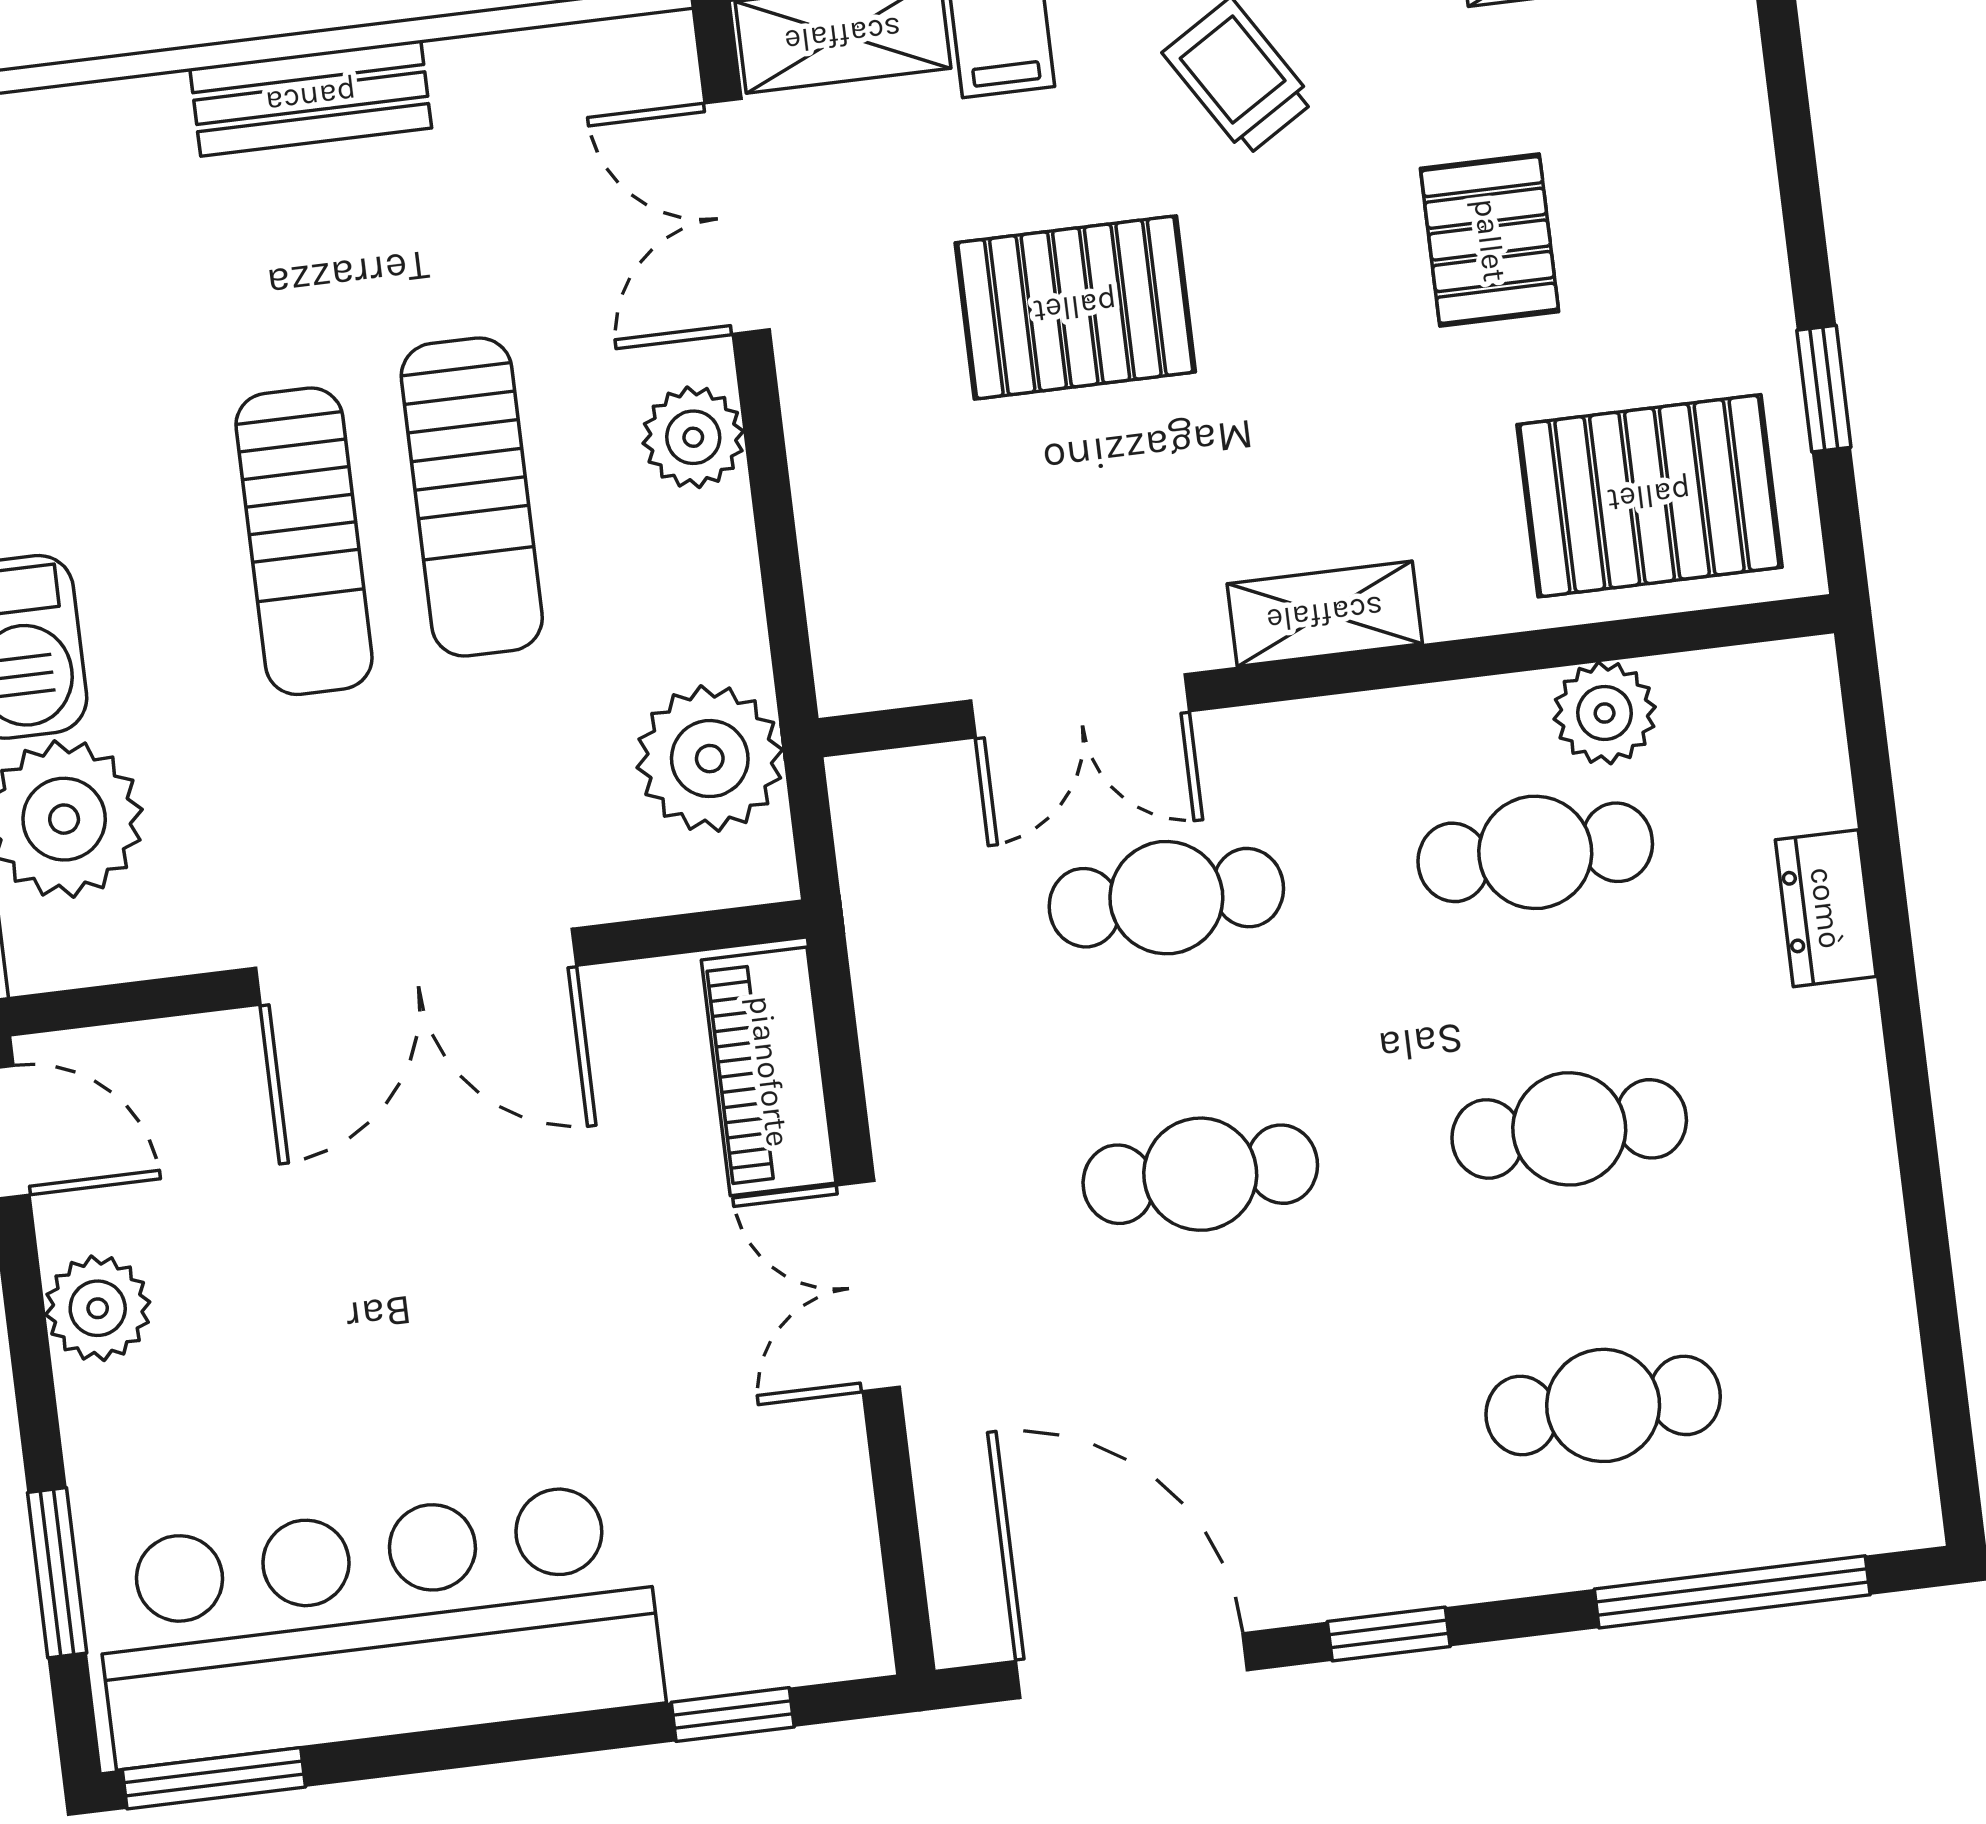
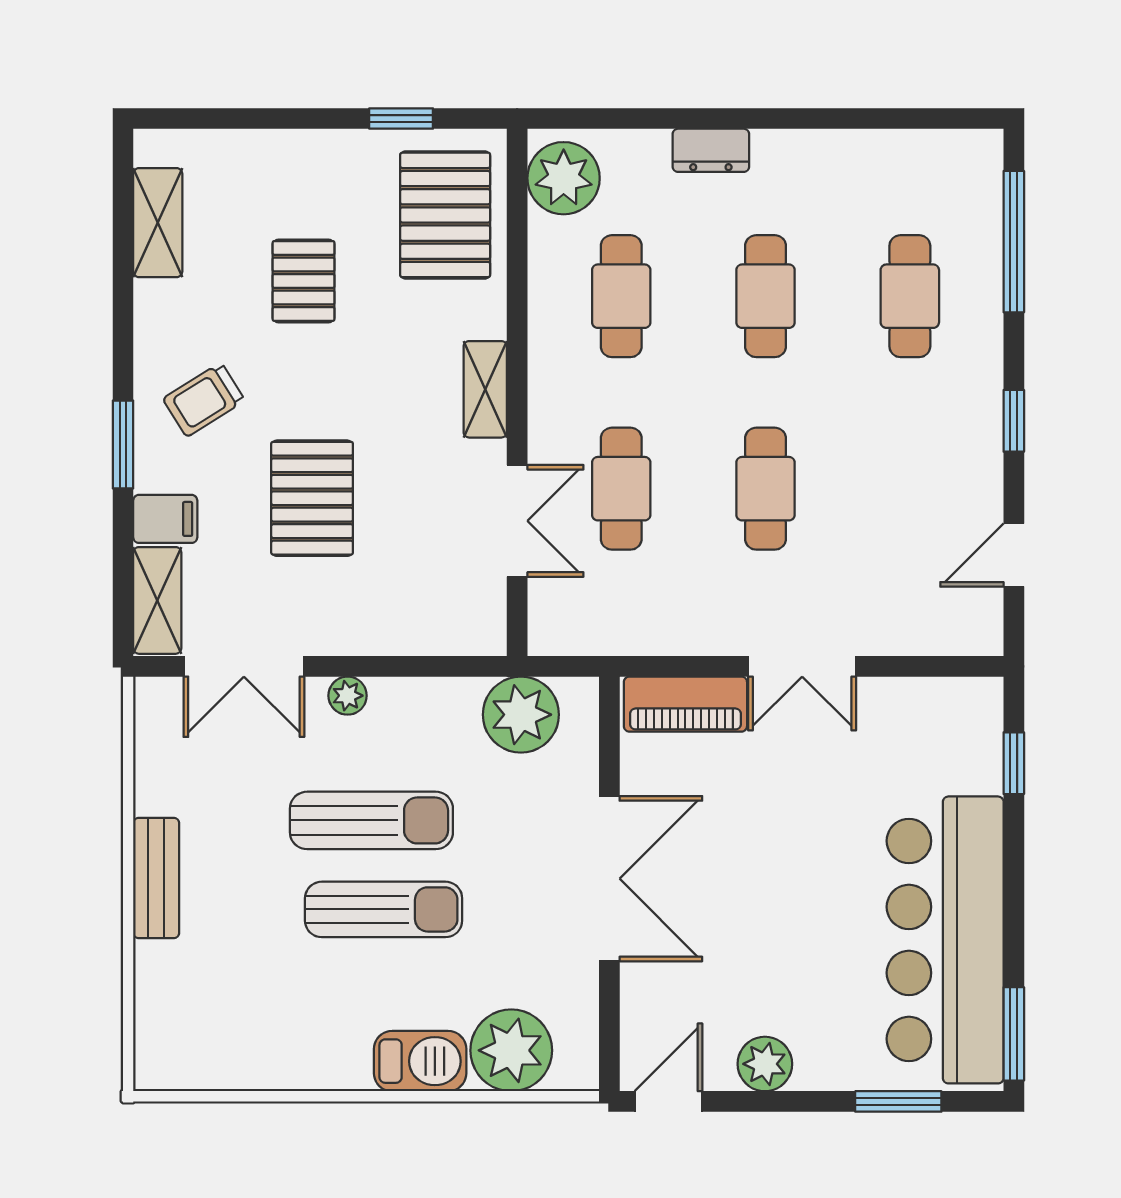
pallet: (1490, 240) -> (304, 281), turned 90
plant: (693, 437) -> (348, 696), width x0.73, depth x0.73
plant: (1605, 713) -> (564, 178), moved, width x1.36, depth x1.36
dresser: (1826, 908) -> (711, 150), moved
door: (1131, 1666) -> (1014, 555), width x0.53

